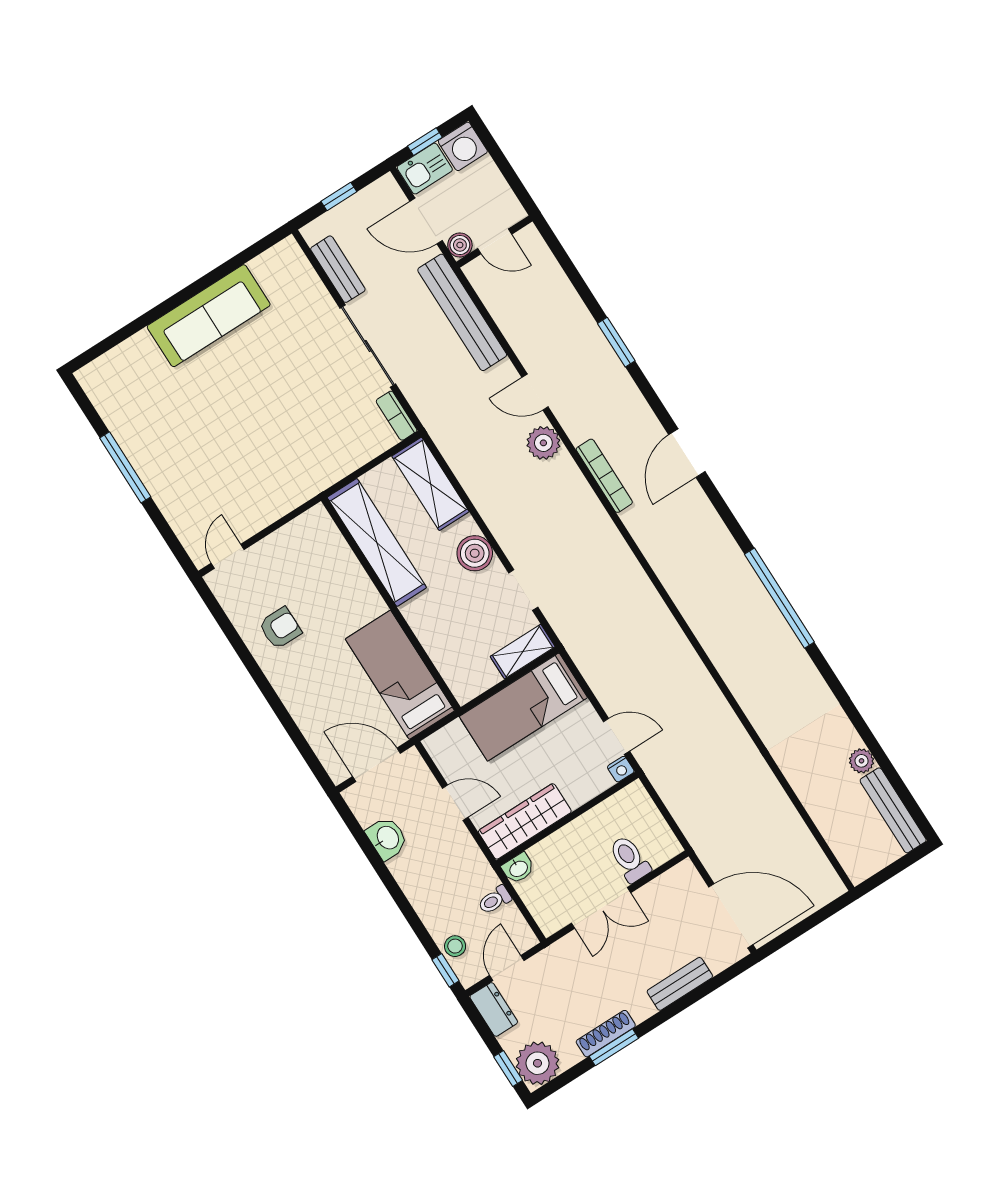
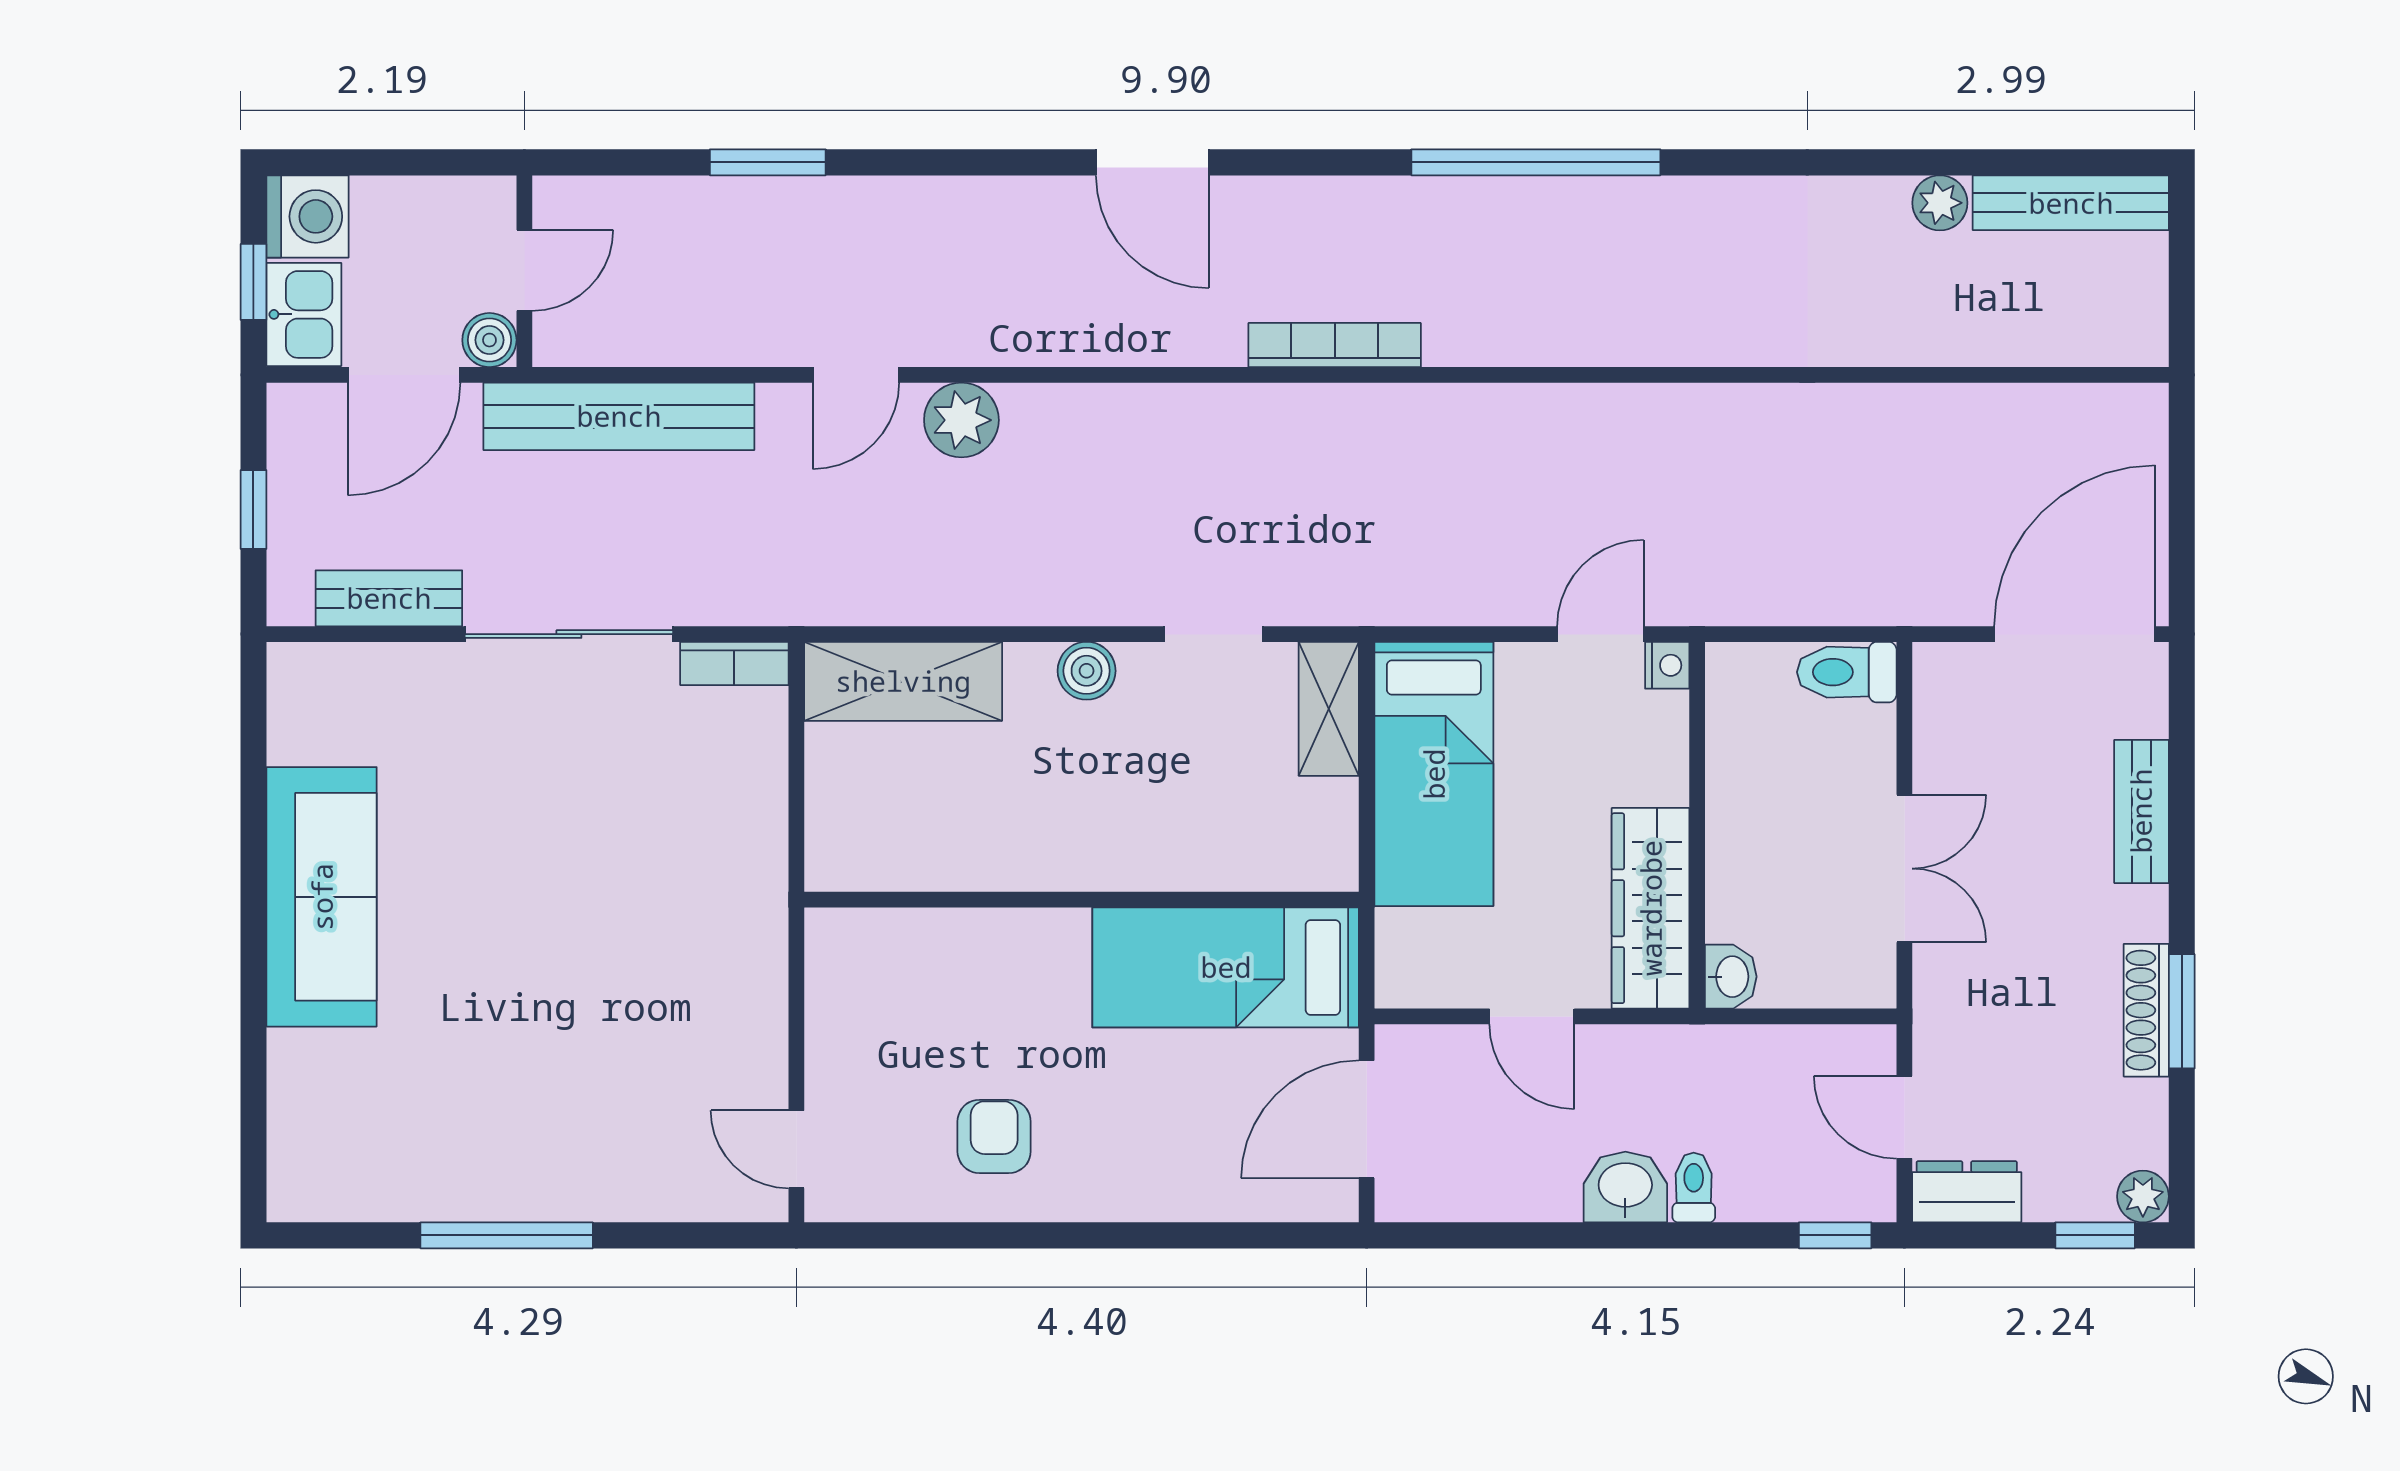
window: (616, 342) -> (768, 162), moved
bookcase: (604, 476) -> (1335, 345), moved
shelving: (377, 542) -> (949, 852), removed
boiler: (475, 553) -> (1087, 671), width x0.73, depth x0.73
door: (455, 803) -> (1532, 1016), swing flipped
washbasin: (387, 838) -> (1625, 1187), moved
toilet: (630, 859) -> (1847, 672), moved
toilet: (495, 900) -> (1694, 1187), moved, turned 180
stool: (455, 946) -> (1801, 1189), removed
plant: (538, 1063) -> (2143, 1196), width x0.53, depth x0.53

